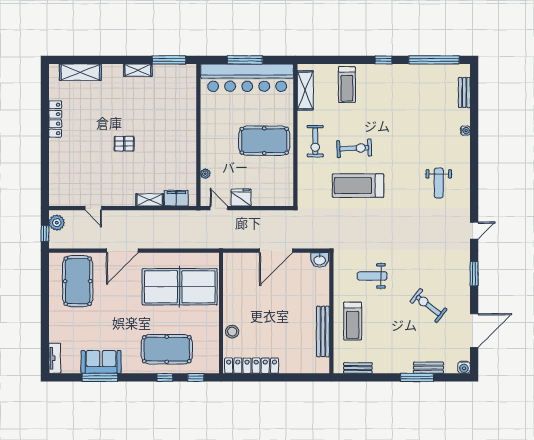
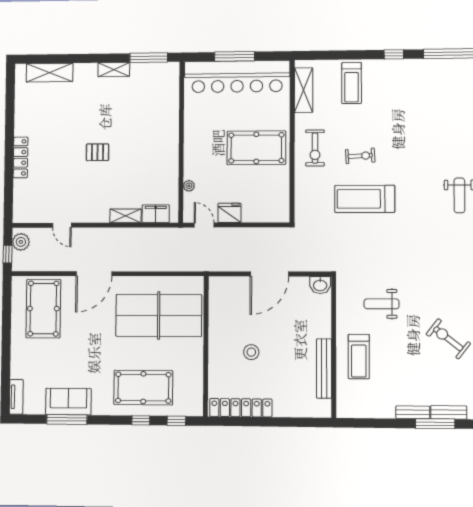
locker: (55, 119) -> (21, 157), moved
exercise bike: (354, 148) -> (360, 156), width x0.73, depth x0.72
stool: (232, 332) -> (251, 352), moved
bench: (358, 368) -> (413, 412), moved

